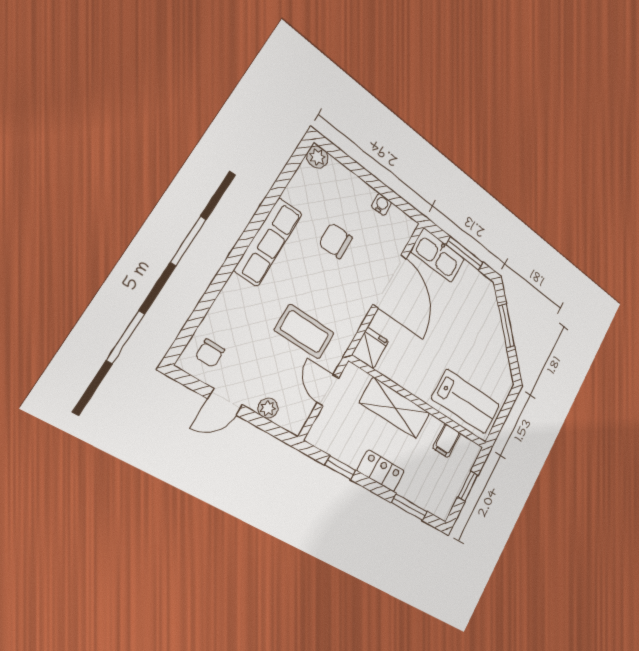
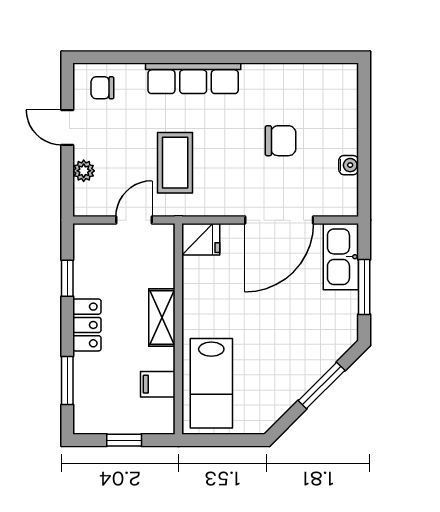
plant: (317, 157) -> (346, 75), removed
chair: (336, 241) -> (281, 141), turned 90
row of seats: (268, 242) -> (193, 78), moved
shelving: (395, 408) -> (162, 317), width x0.67, depth x0.75

